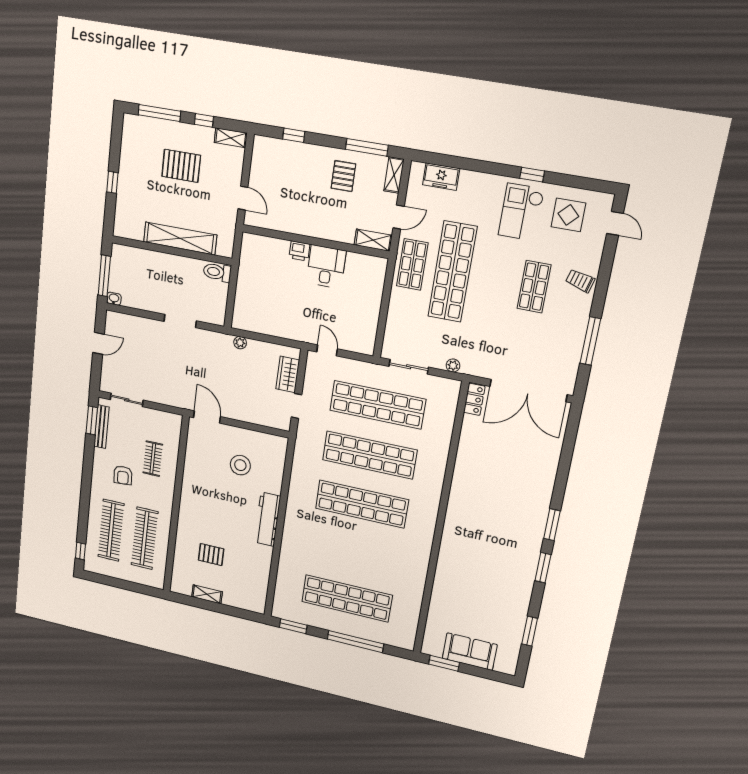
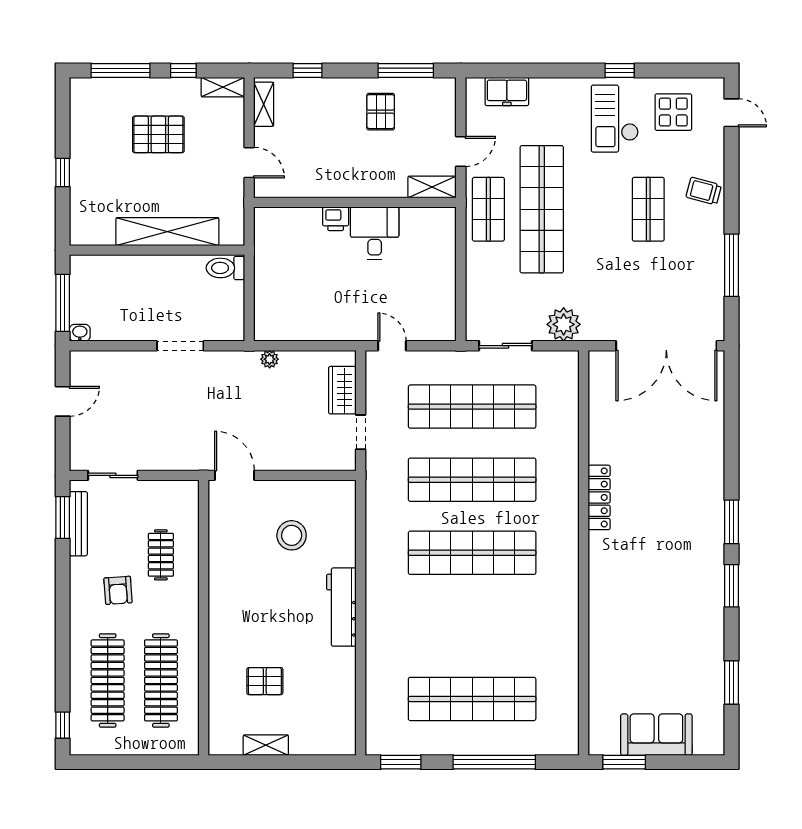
shelving: (394, 175) -> (264, 104), moved
plant: (453, 365) -> (564, 324), width x1.88, depth x1.88
locker: (474, 399) -> (599, 497), moved, width x1.53

